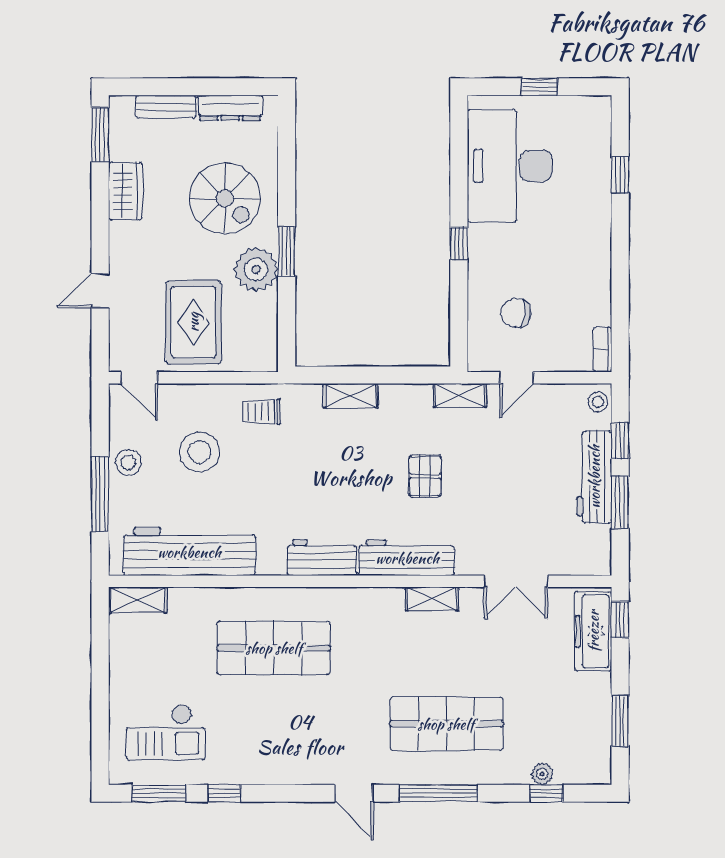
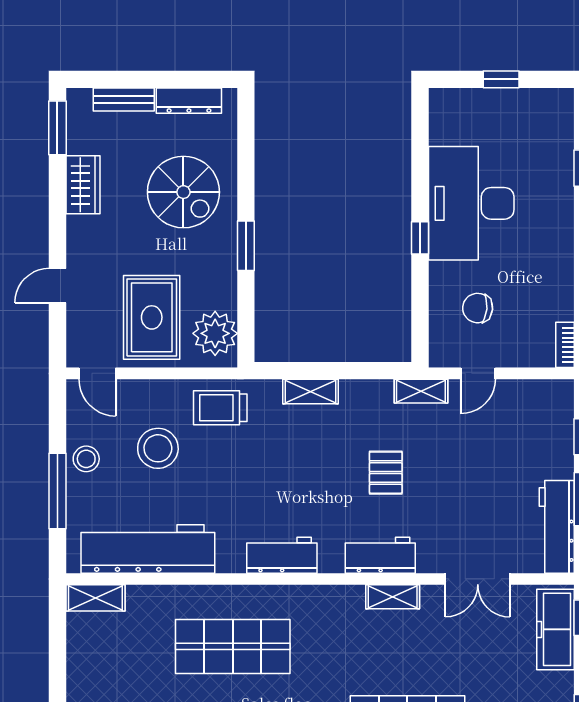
desk: (510, 166) -> (471, 203), moved
plant: (256, 269) -> (215, 333), moved
stool: (598, 402) -> (560, 398), removed
trolley: (261, 412) -> (220, 408), width x1.36, depth x1.39
workbench: (594, 477) -> (557, 527), moved
workbench: (407, 558) -> (380, 555), width x0.73

